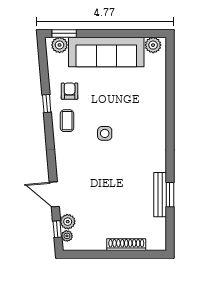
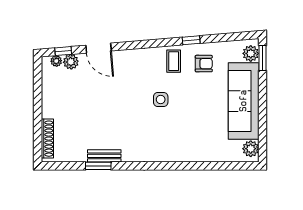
coffee table: (67, 121) -> (174, 61), turned 90
door: (54, 194) -> (99, 48), swing flipped
bench: (160, 195) -> (104, 156), width x0.73
shoe rack: (126, 245) -> (47, 139), moved

